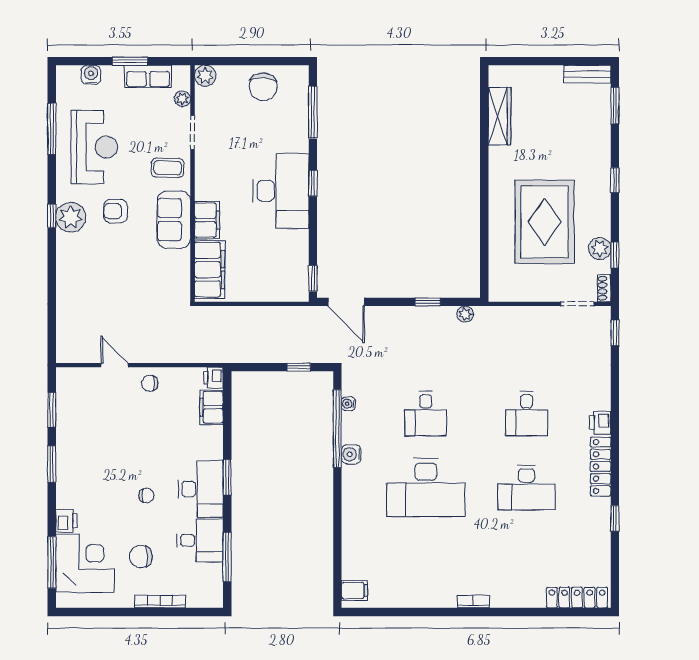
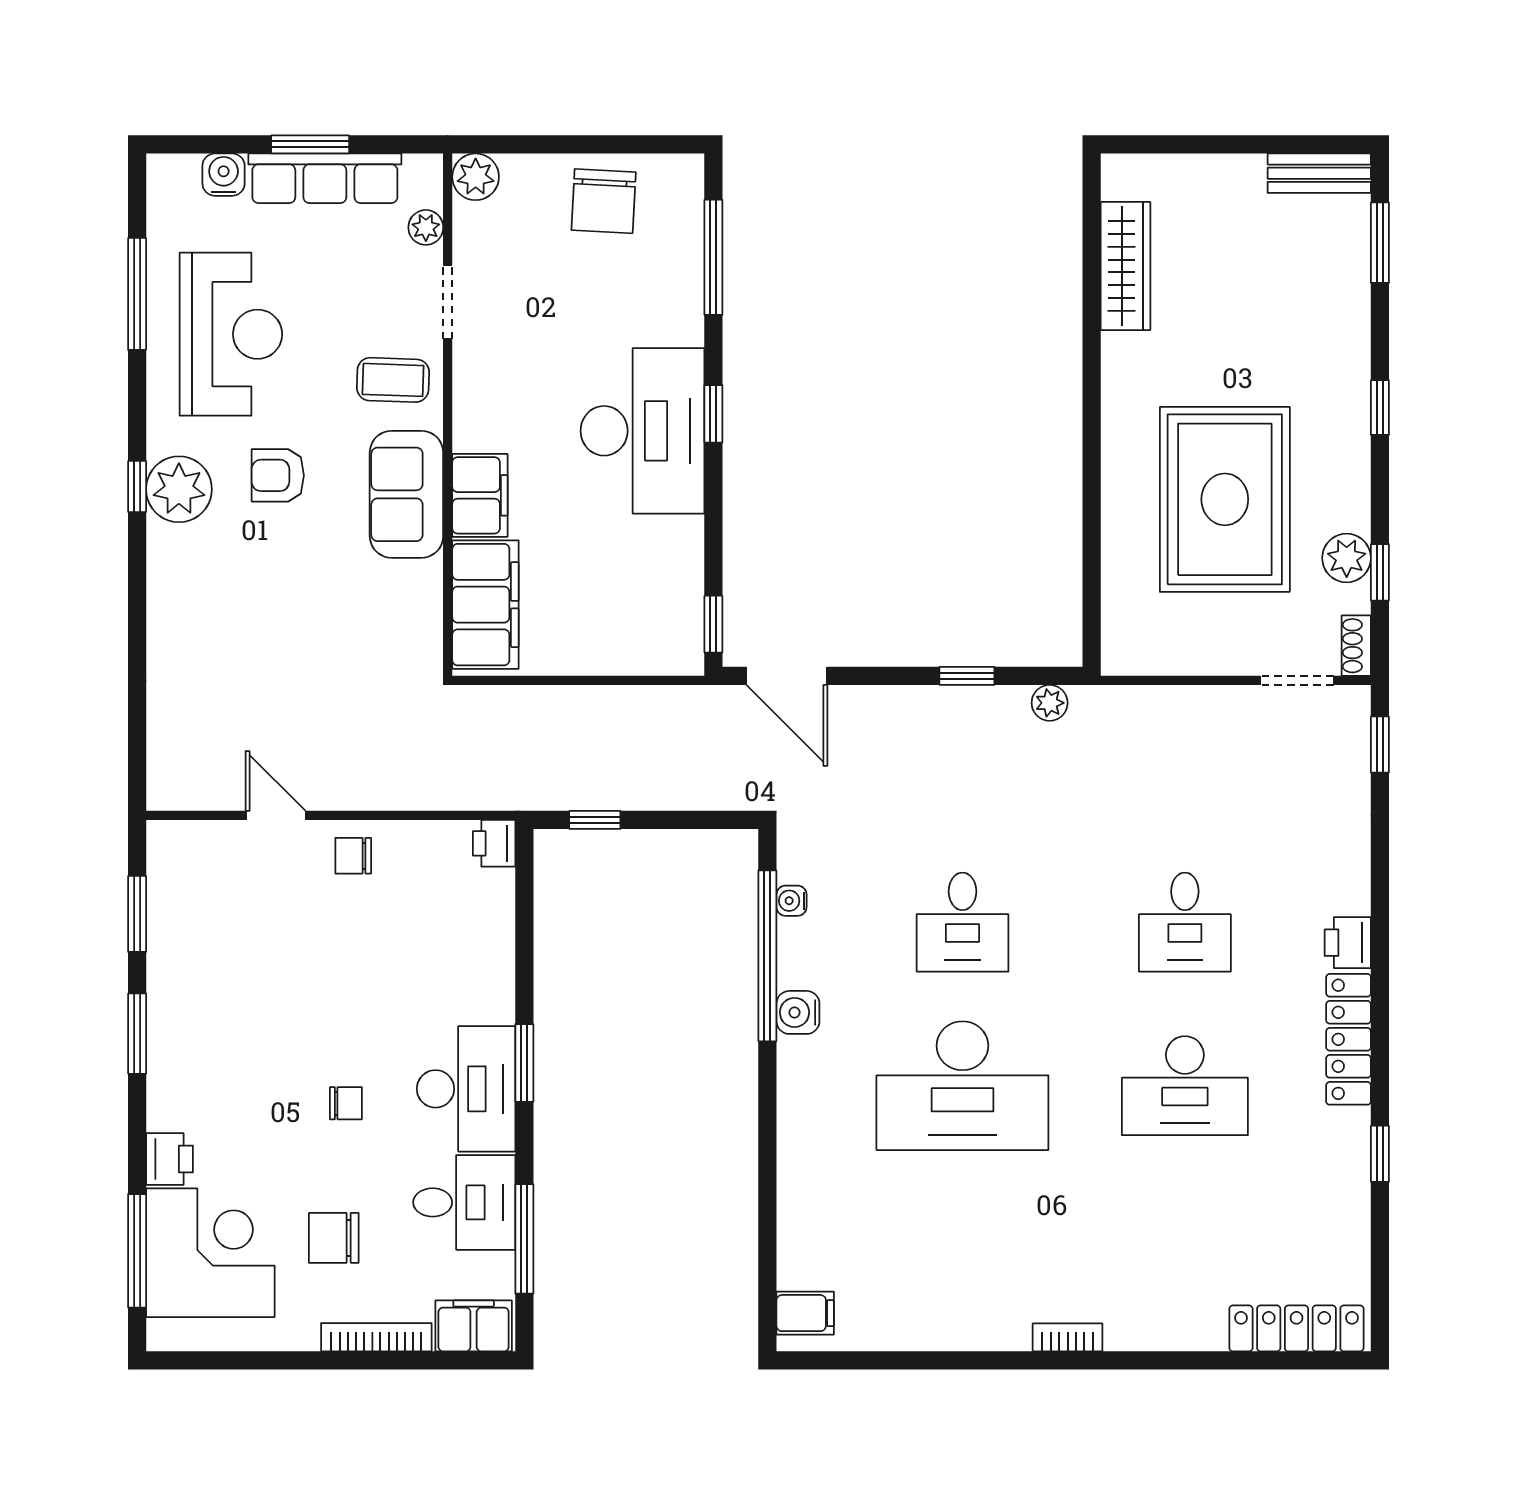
row of seats: (148, 76) -> (325, 178), width x1.48
window: (299, 367) -> (595, 820), moved
filing cabinet: (212, 407) -> (474, 1326), moved, turned 90

